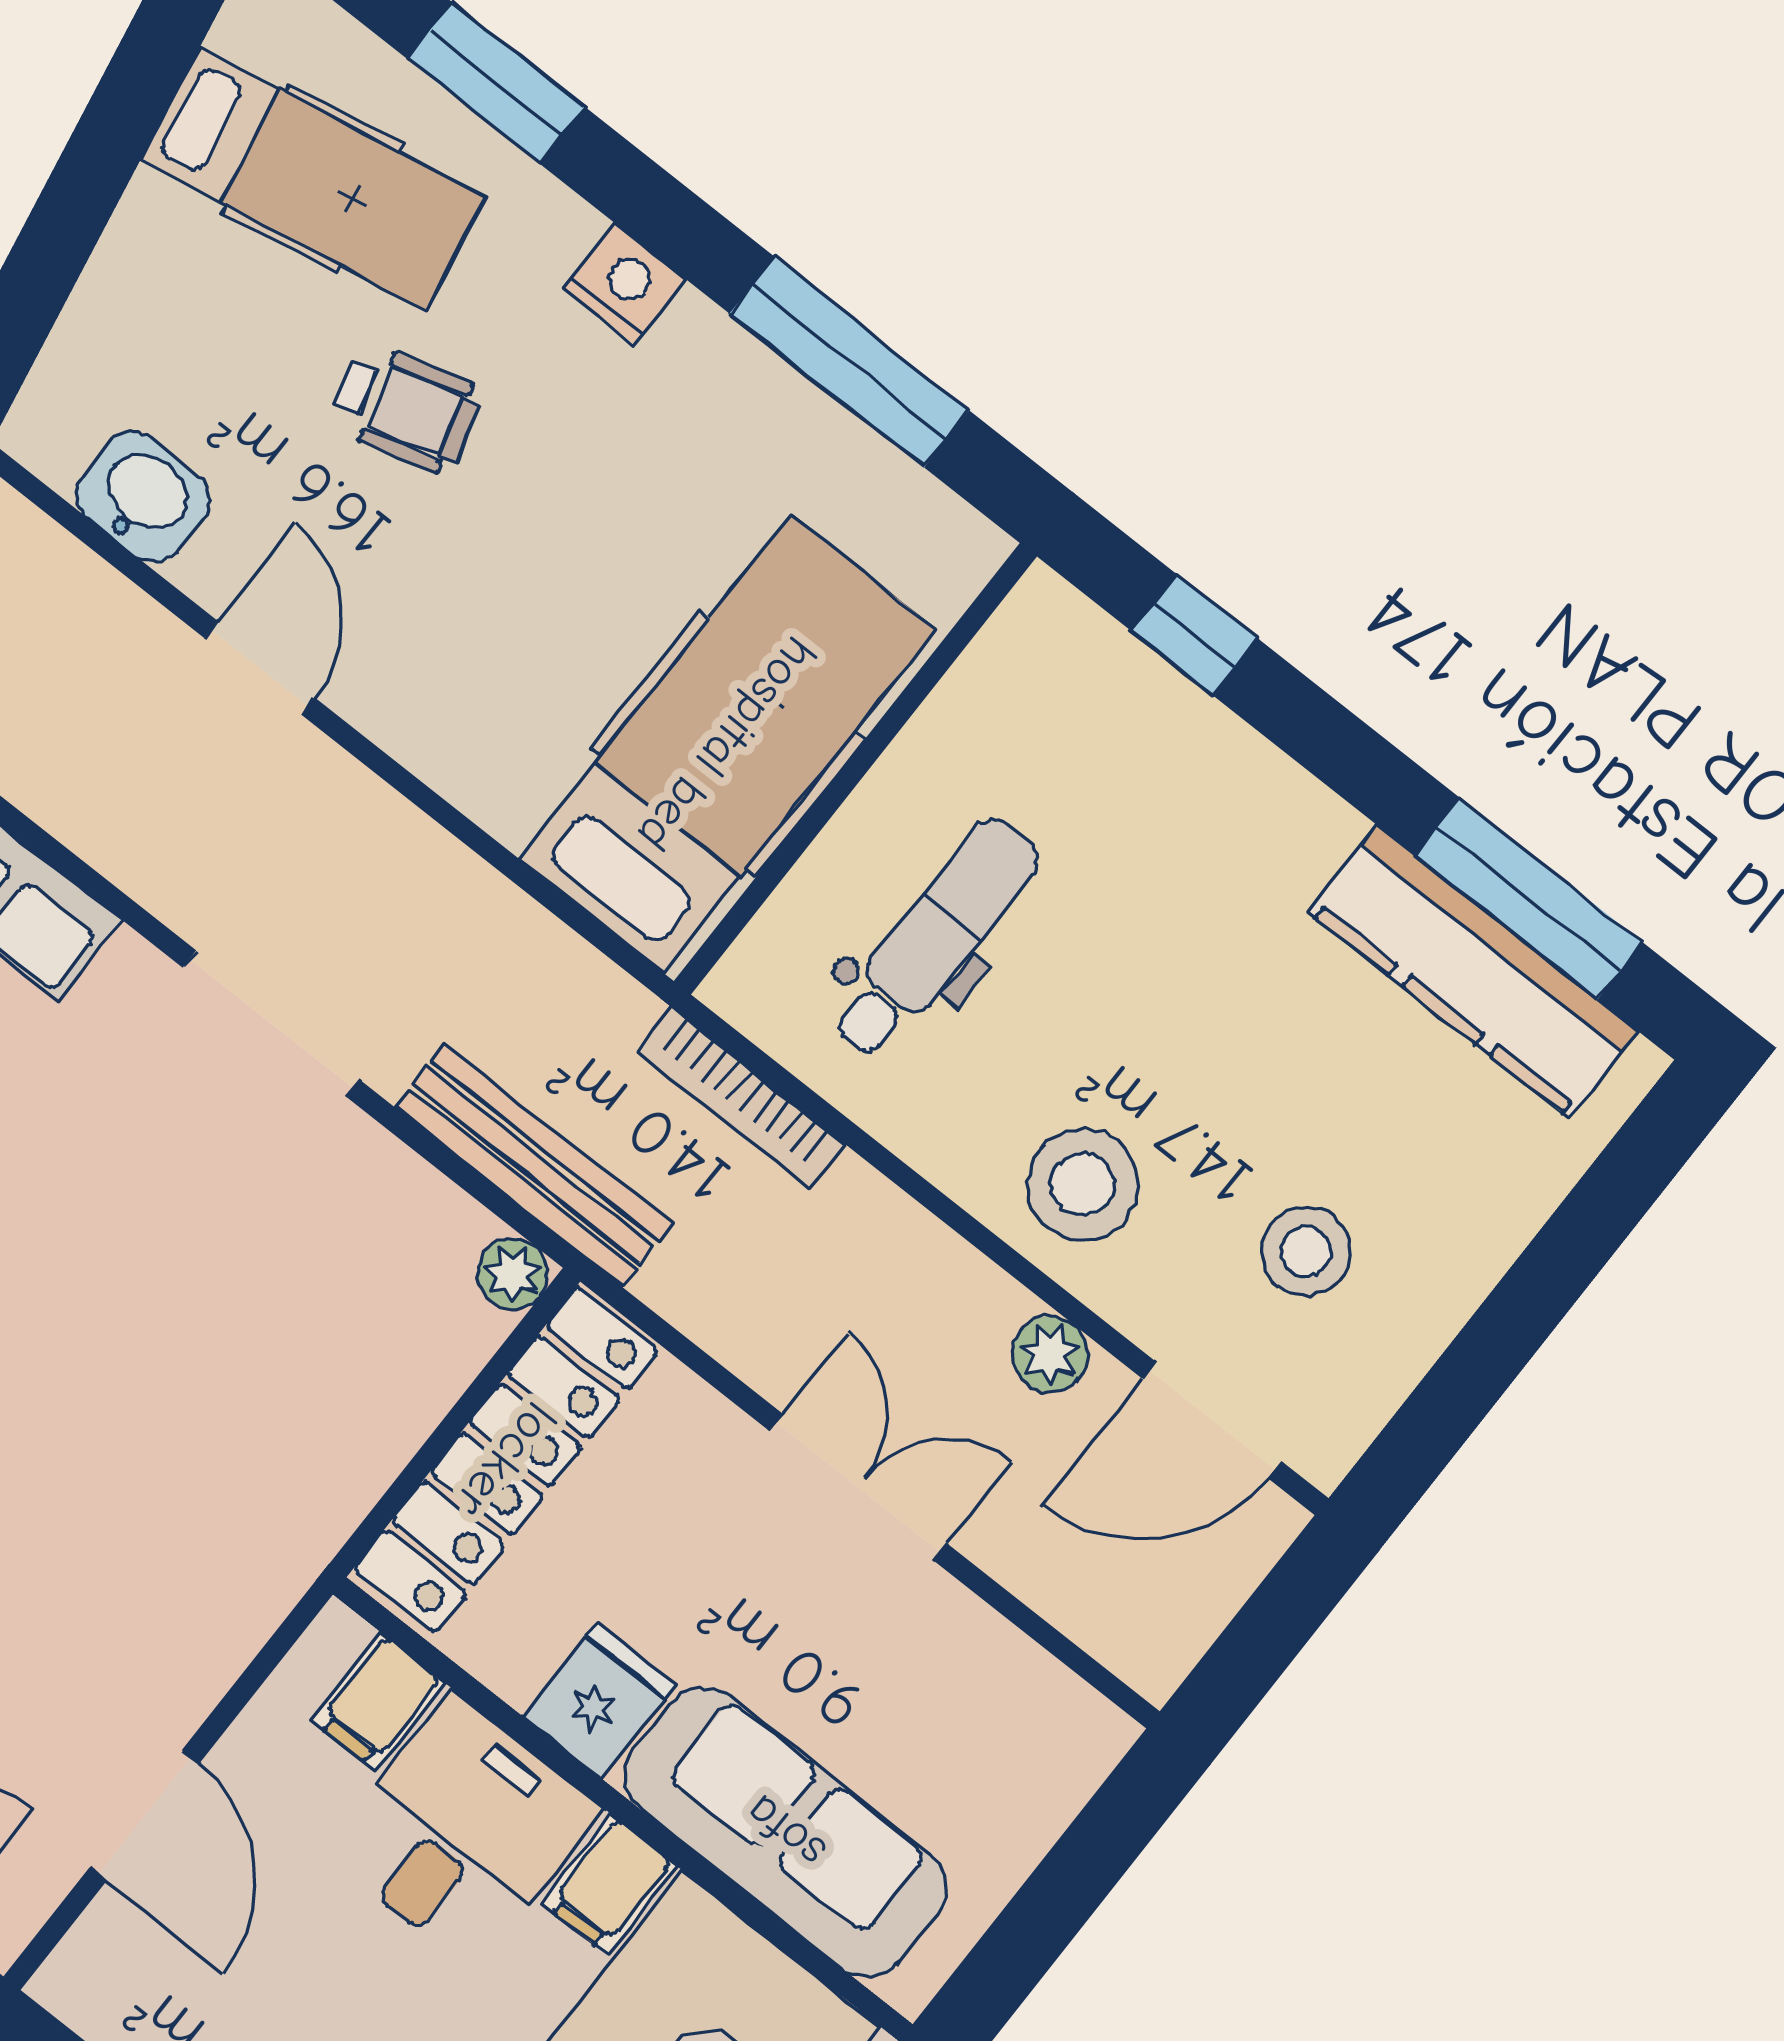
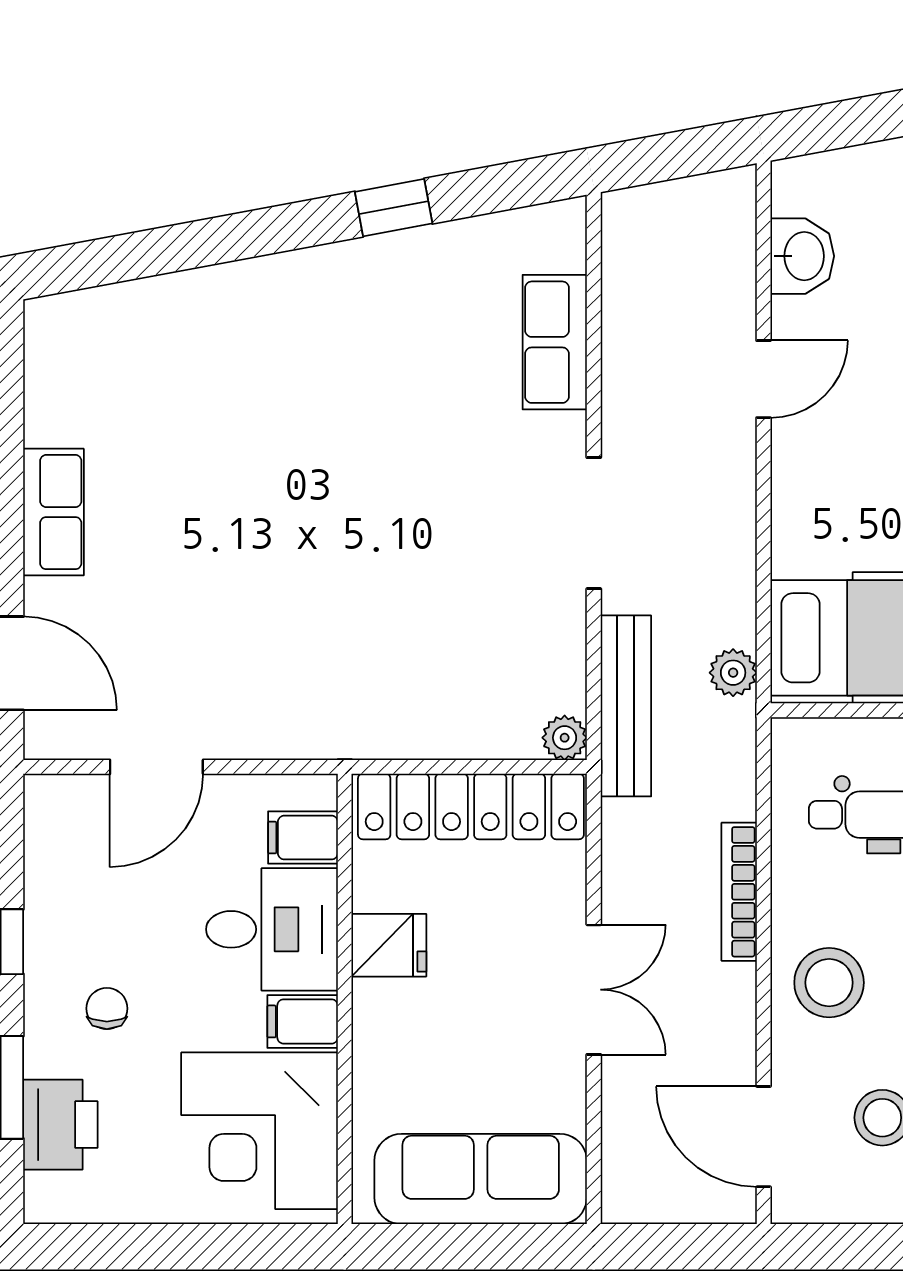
bookcase: (741, 1098) -> (739, 892), moved
plant: (1050, 1354) -> (733, 673), moved
sofa: (785, 1832) -> (481, 1179), moved, turned -90

